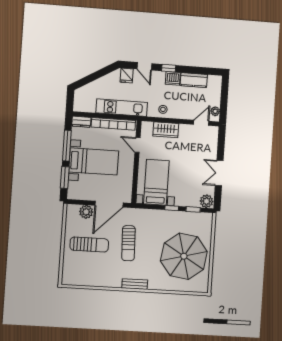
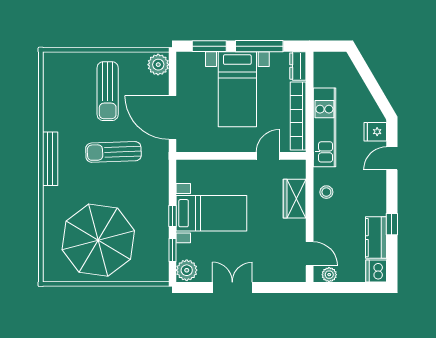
window: (169, 68) -> (392, 224), moved
dishwasher: (173, 78) -> (376, 271), moved
bed with nightstands: (156, 182) -> (211, 213), moved
plant: (86, 212) -> (158, 65), moved
bench: (135, 284) -> (50, 159), width x1.36

